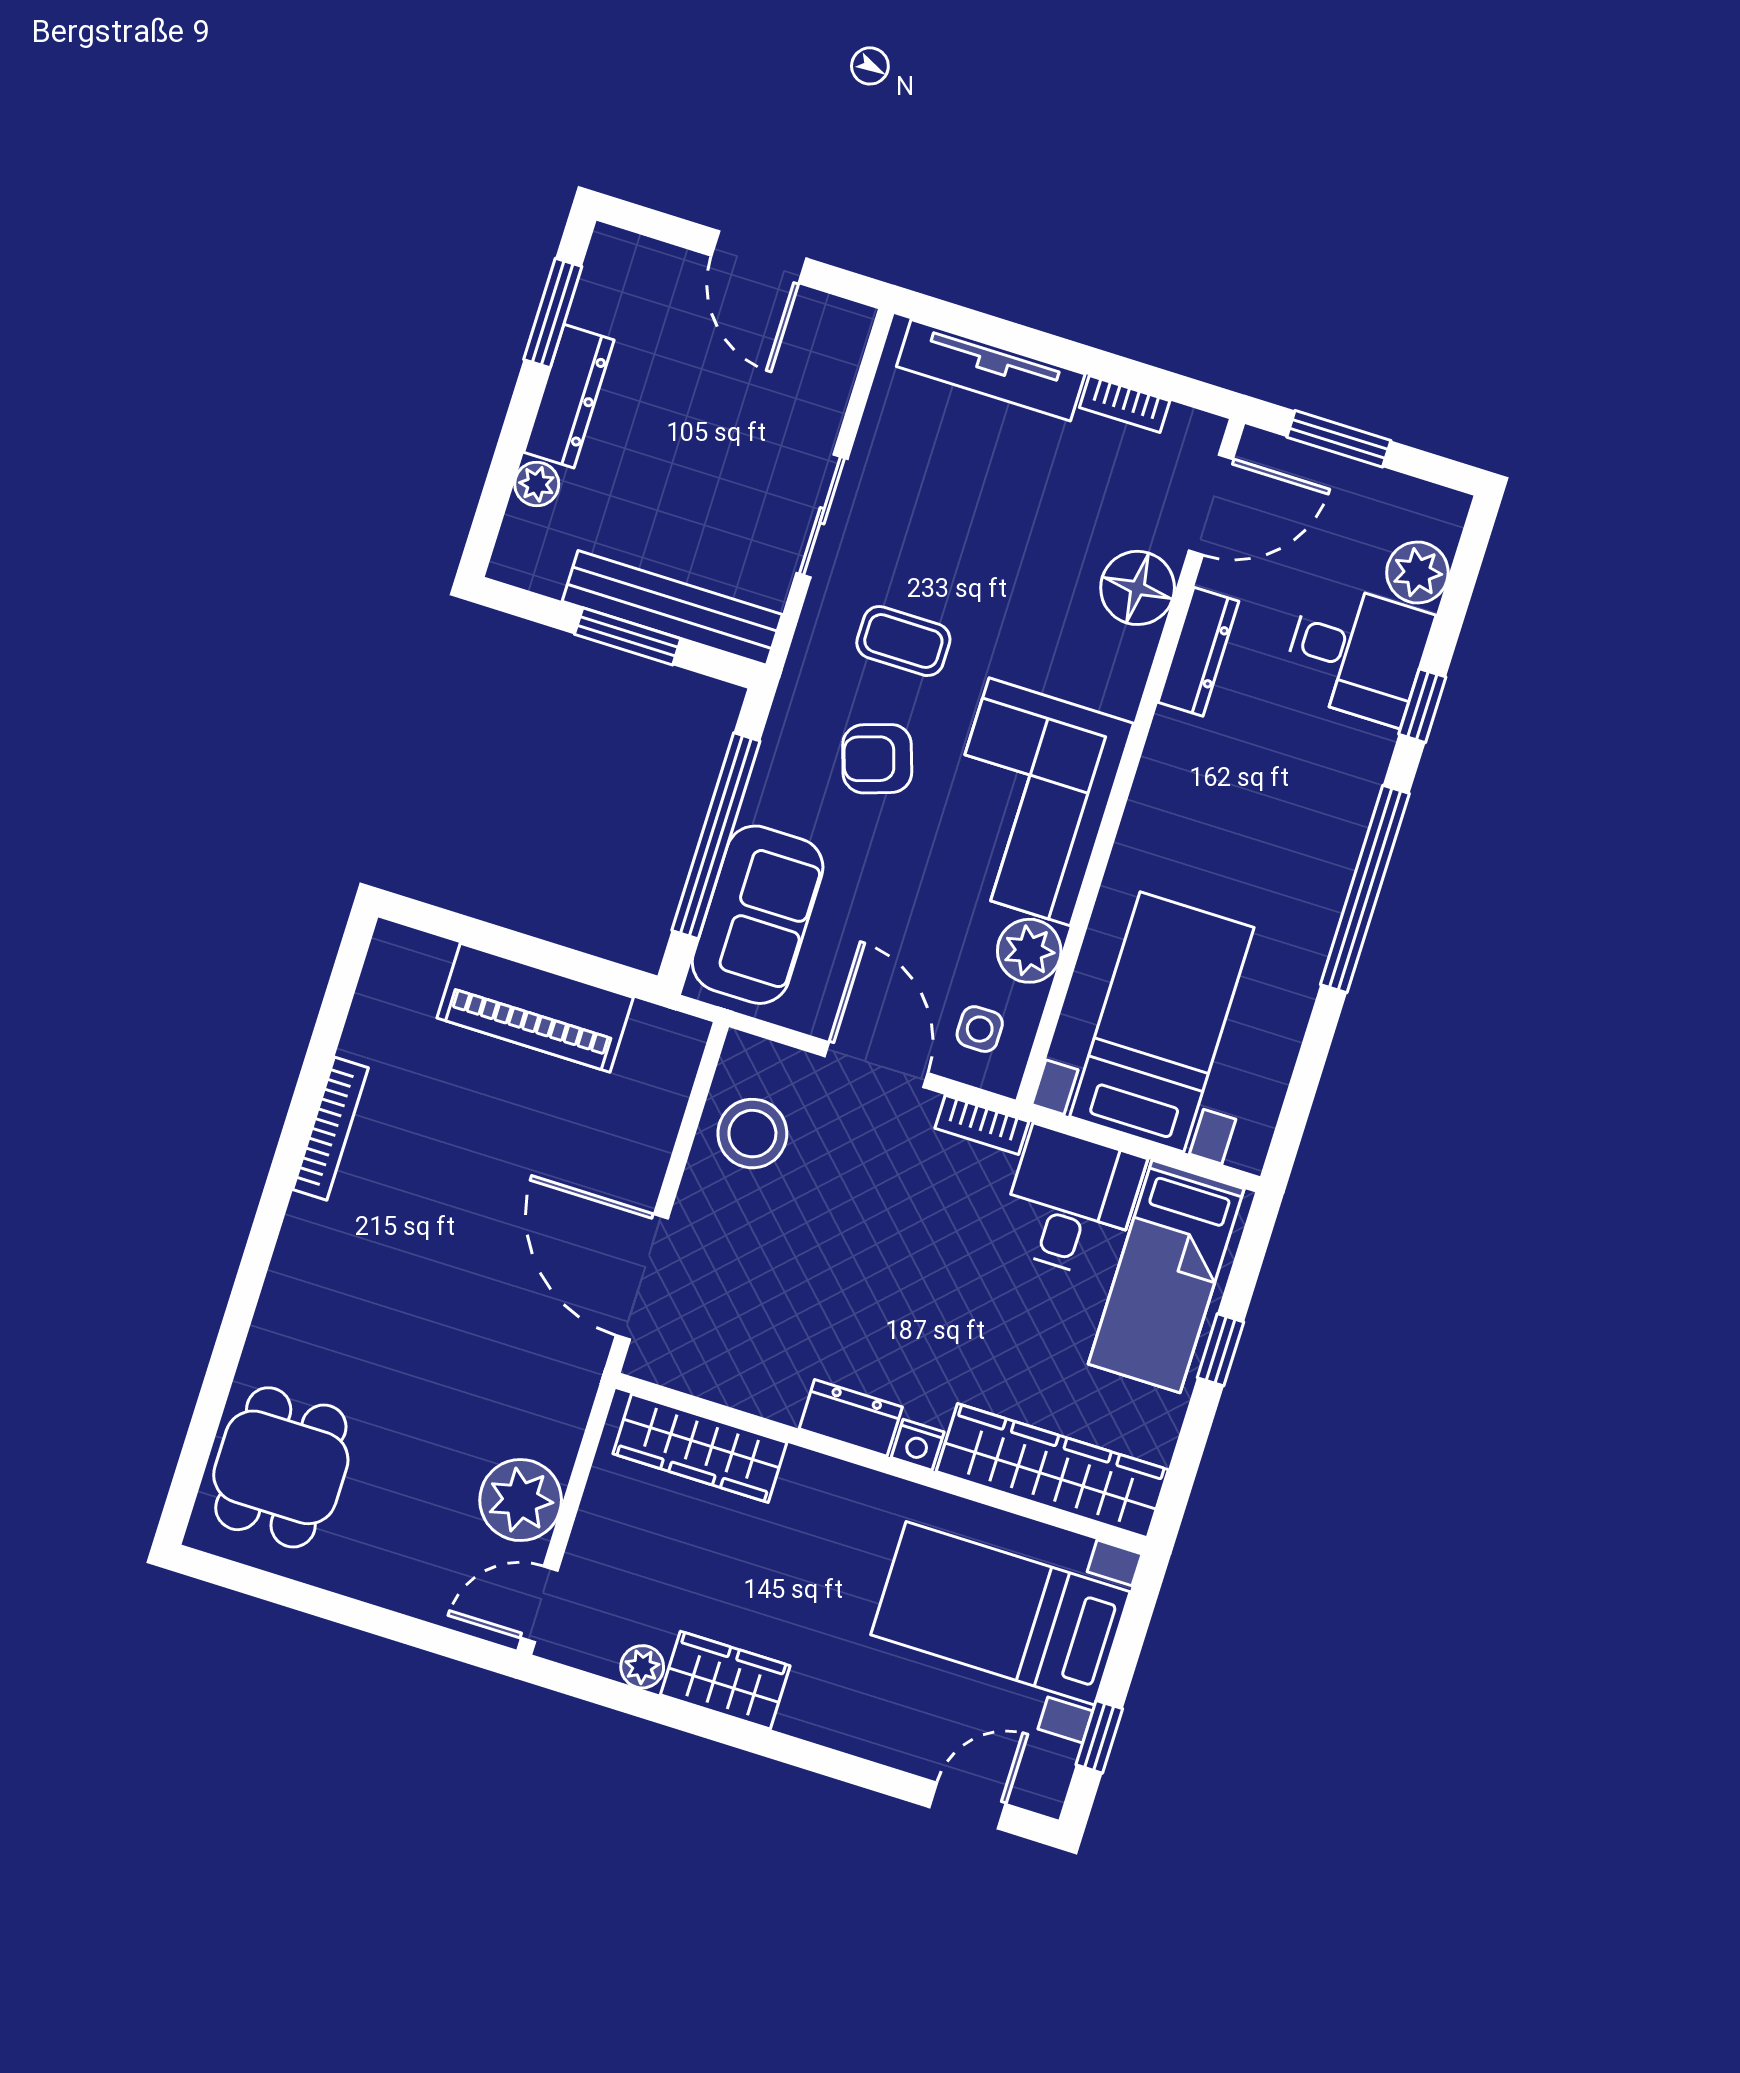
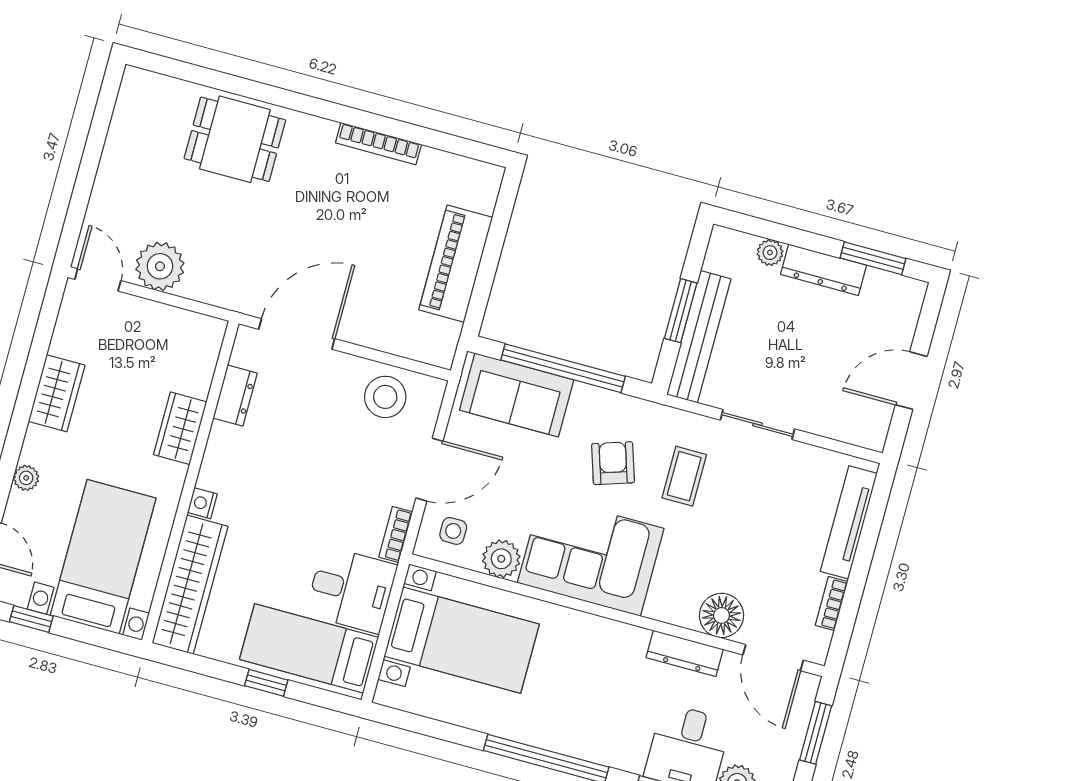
dresser: (851, 1418) -> (235, 396), moved
wardrobe: (700, 1448) -> (180, 428), moved, width x0.67
dining table: (281, 1467) -> (235, 139), moved
plant: (642, 1667) -> (26, 478), moved

